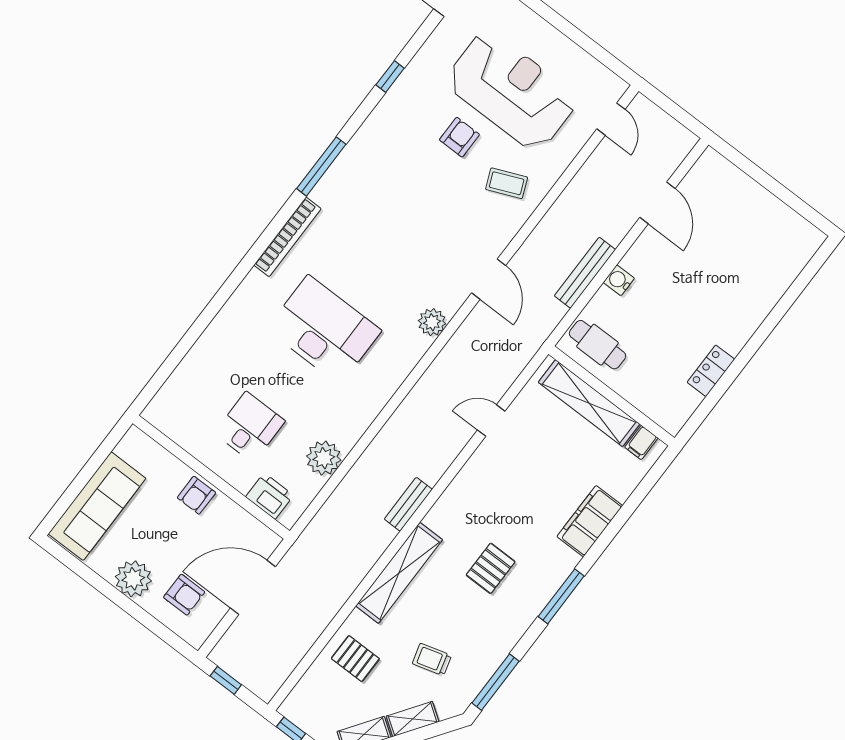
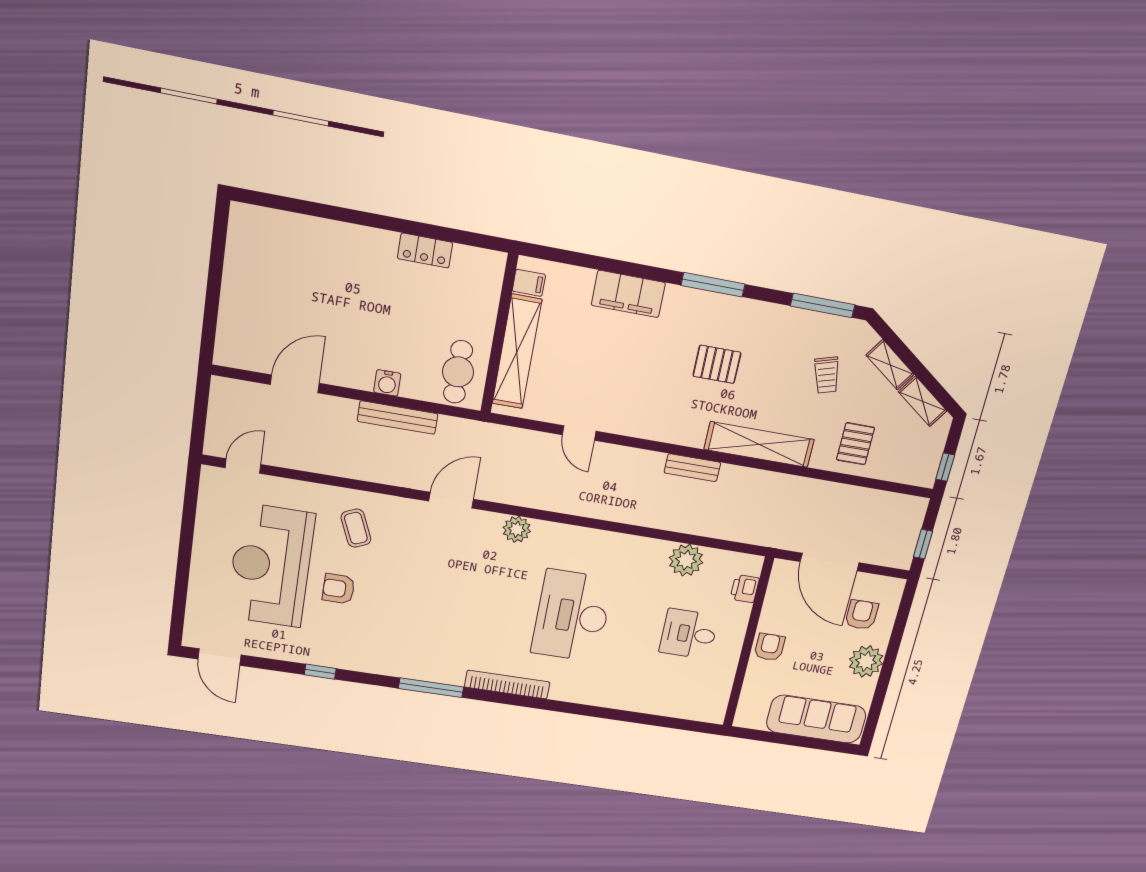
armchair: (196, 495) -> (770, 647), turned -90
printer: (270, 496) -> (745, 589), width x0.73, depth x0.81

